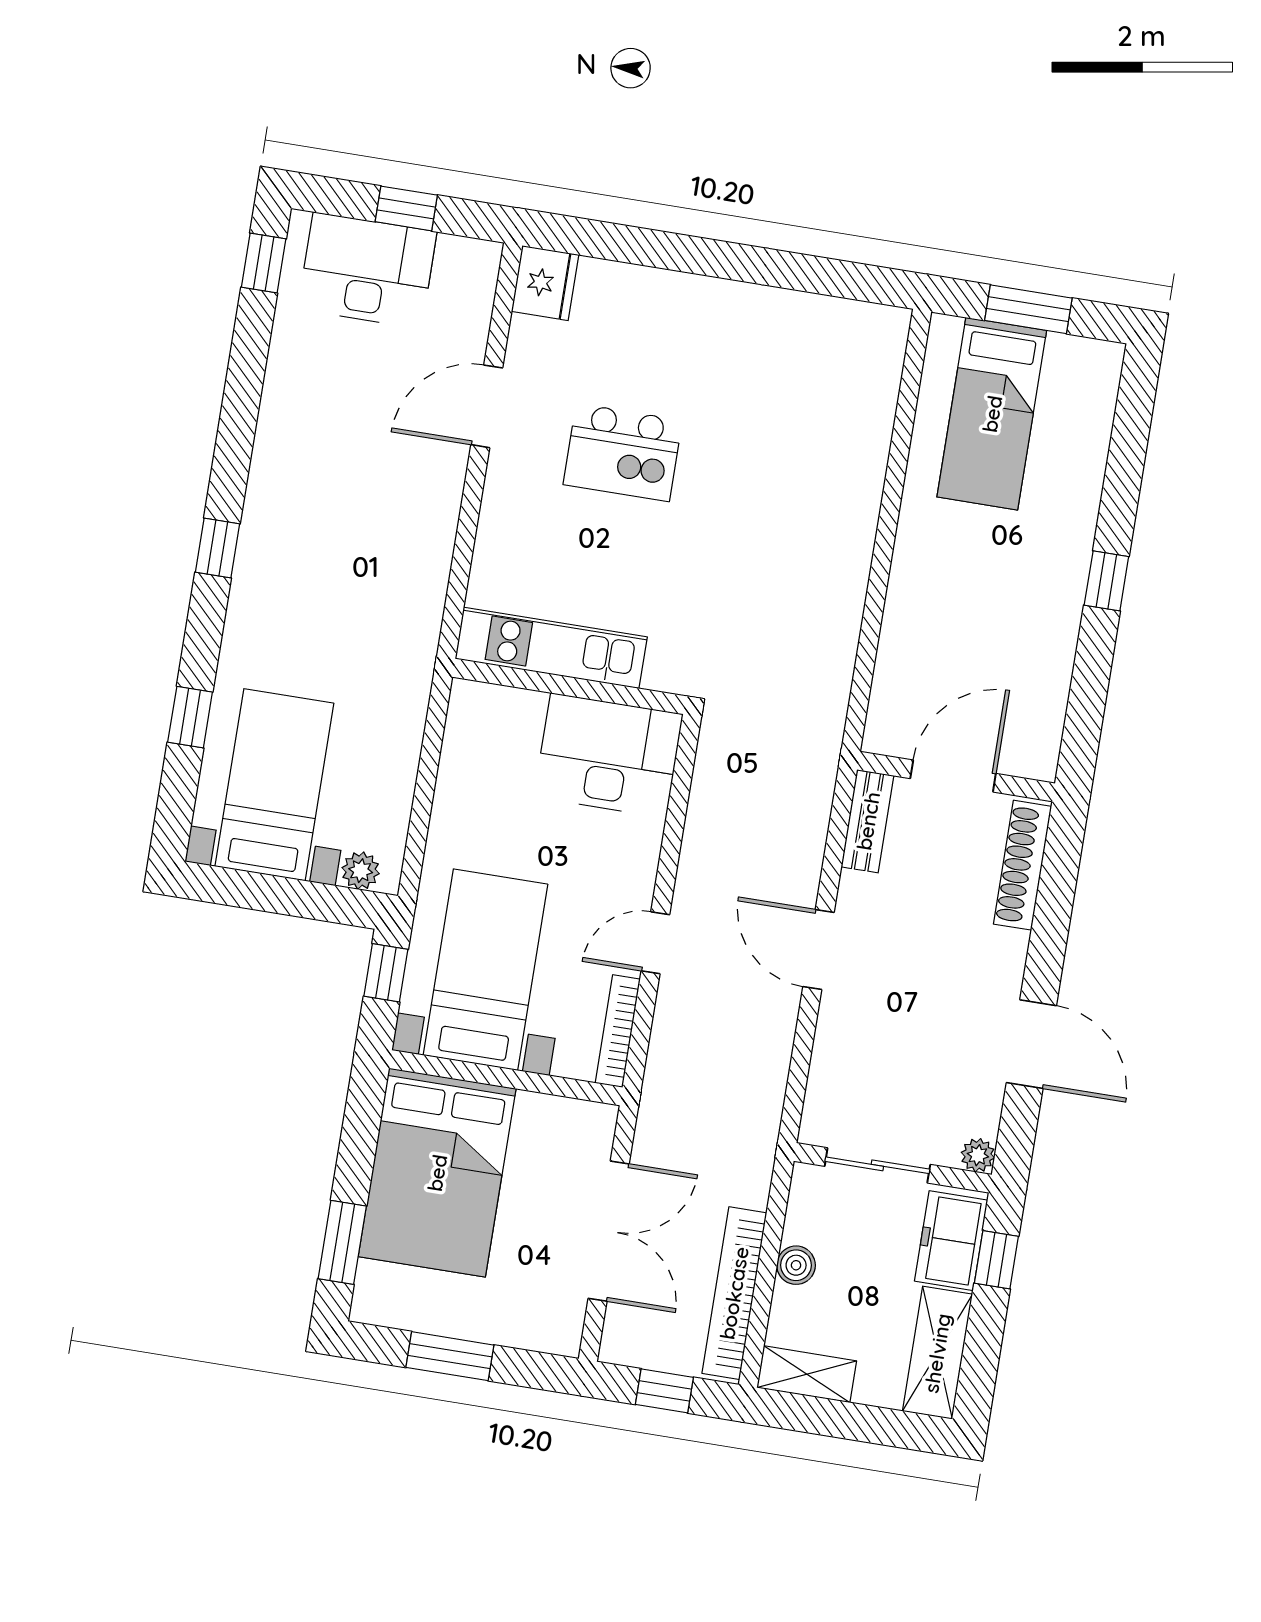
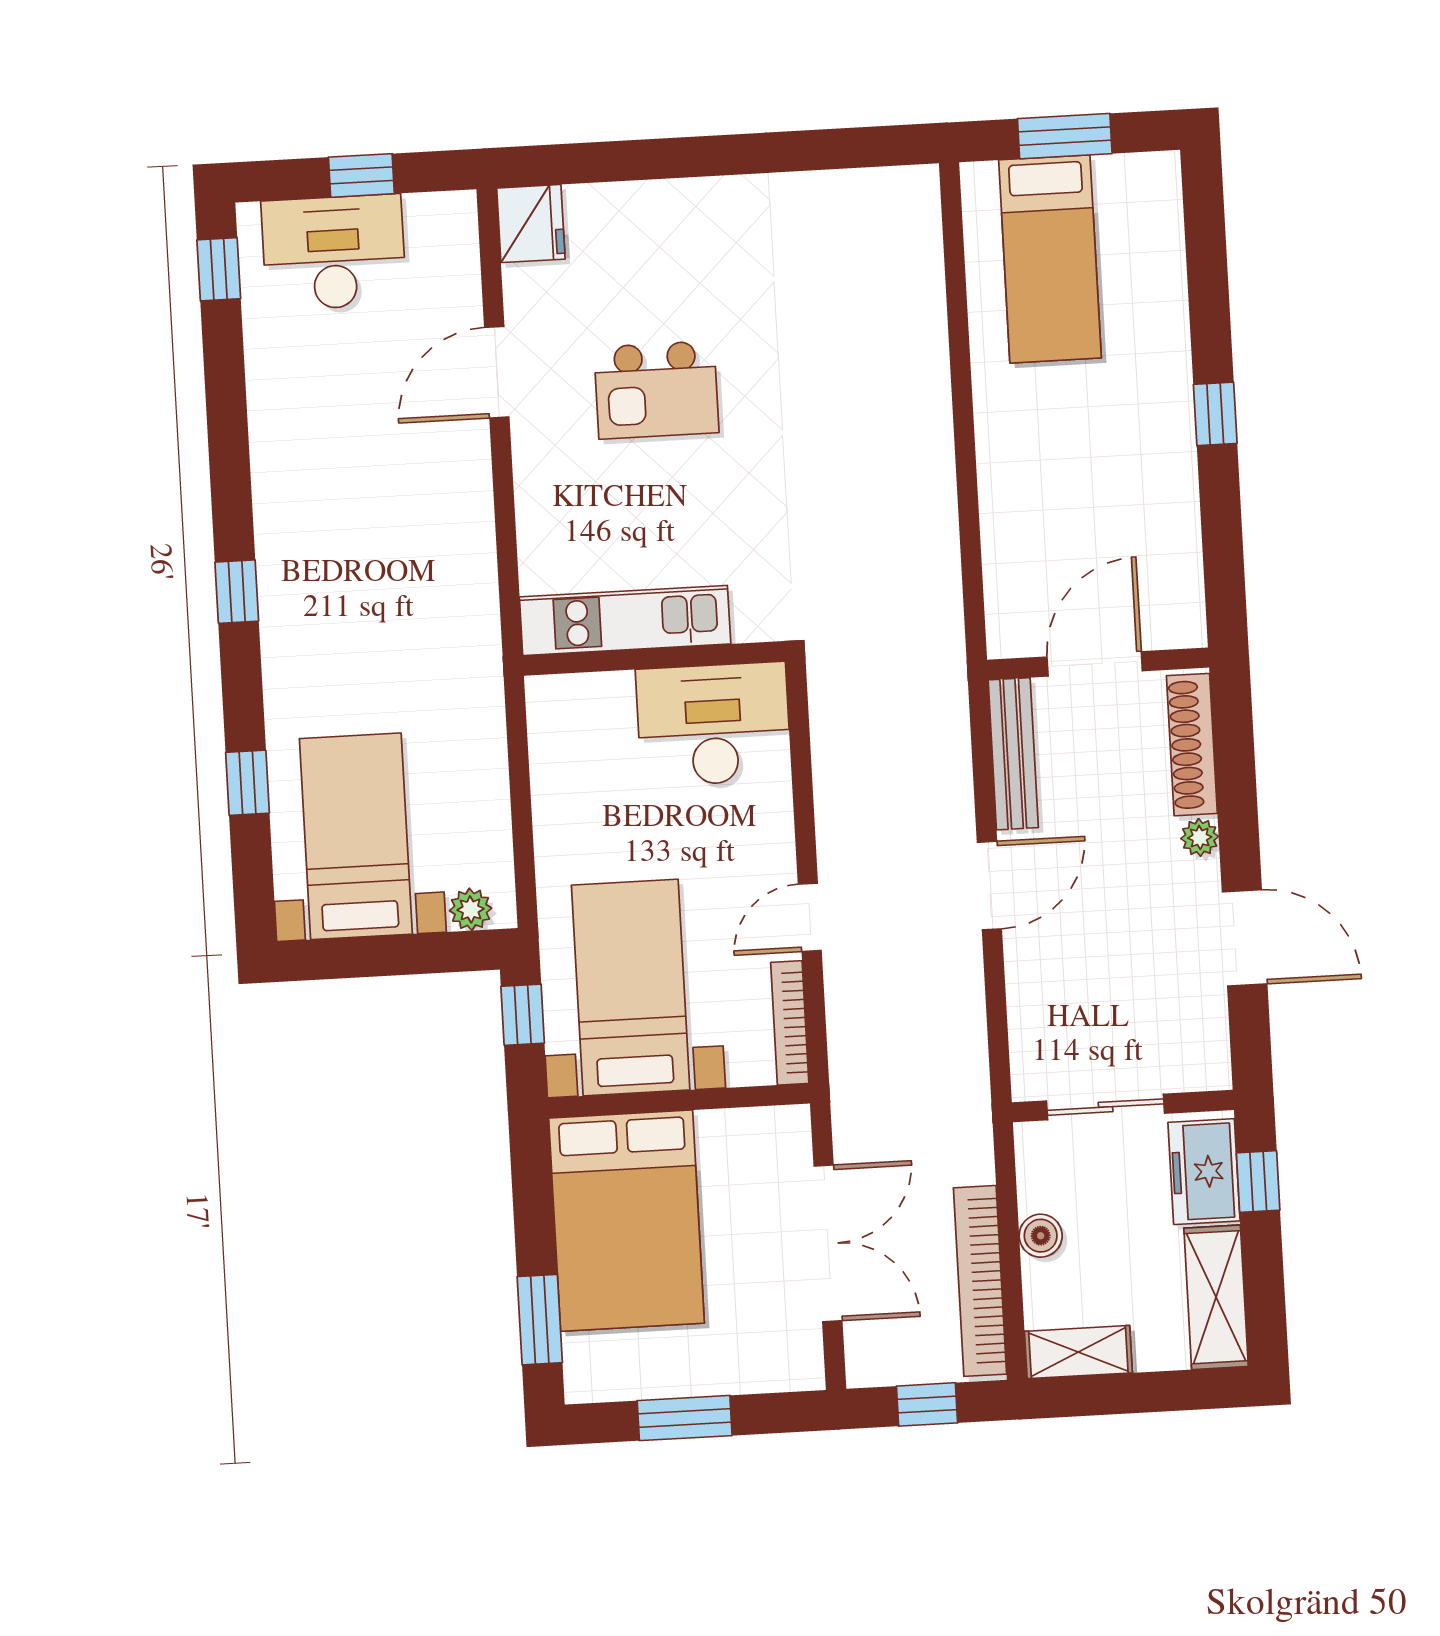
bench: (868, 821) -> (1013, 754), width x1.36
door: (819, 949) -> (989, 886), swing flipped
plant: (978, 1155) -> (1200, 837), moved

